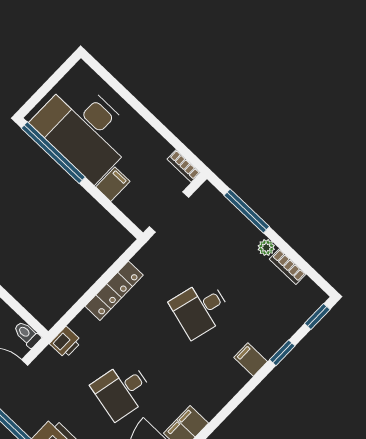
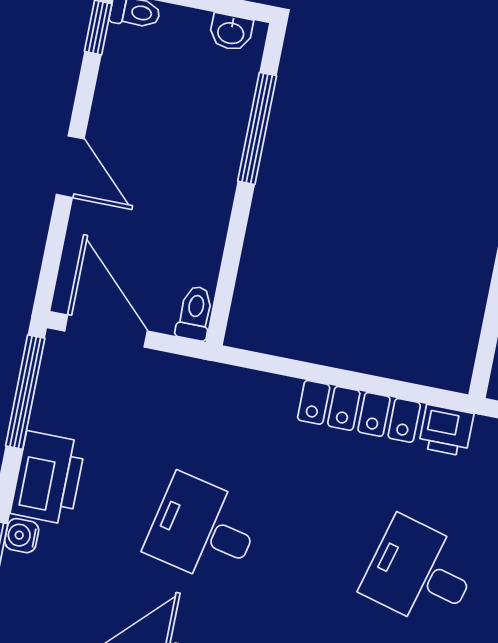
printer: (66, 342) -> (446, 430), moved

